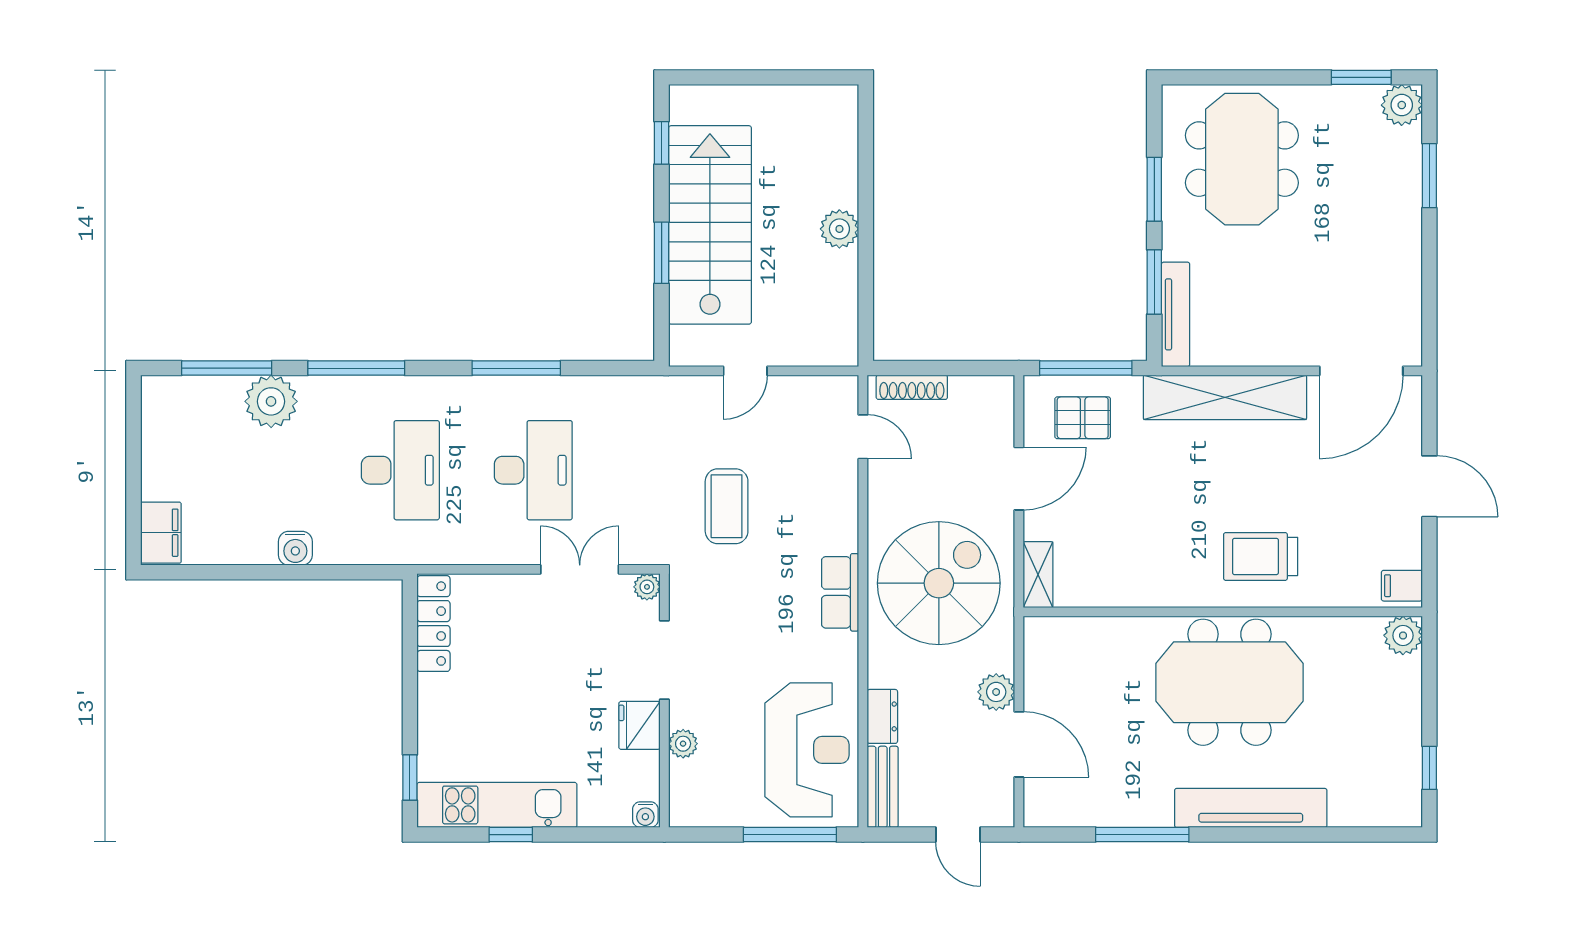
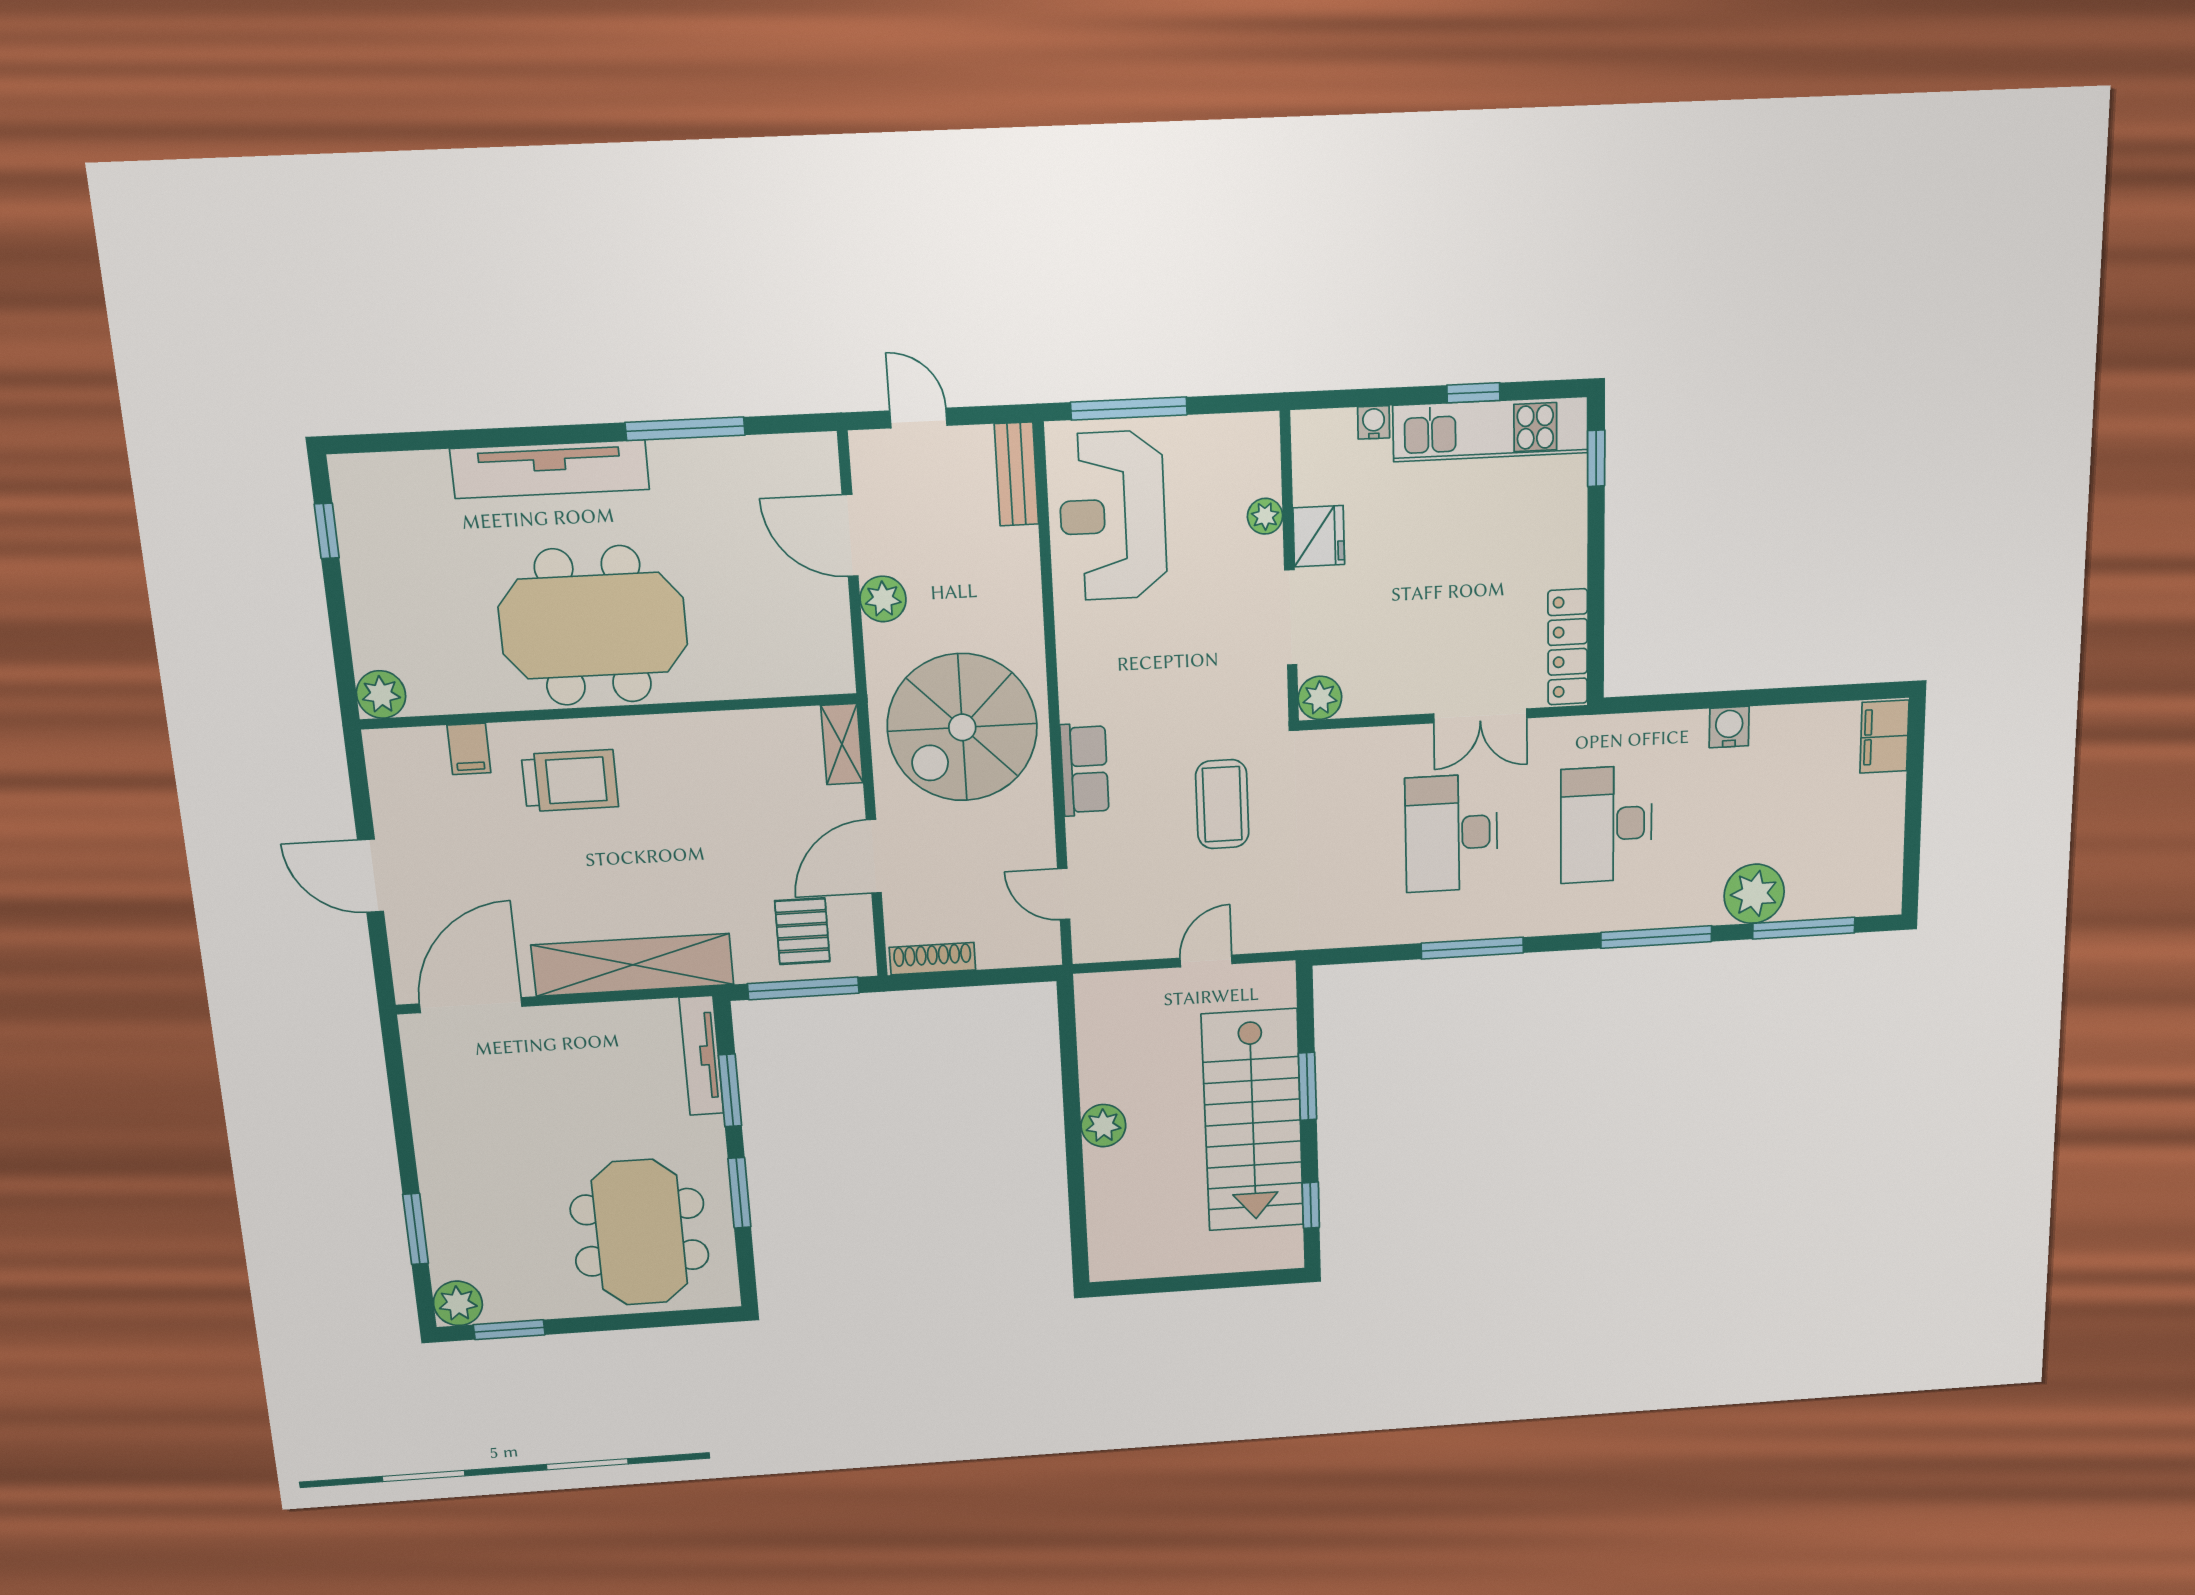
shoe rack: (912, 387) -> (932, 959), moved
pallet: (1083, 418) -> (802, 931), turned 90
double door: (580, 569) -> (1480, 716), moved
filing cabinet: (1402, 586) -> (469, 749), moved, turned 90
plant: (647, 587) -> (1320, 698), width x1.38, depth x1.38
row of seats: (840, 592) -> (1085, 770), moved
dresser: (882, 716) -> (1022, 562), removed
water cooler: (645, 815) -> (1374, 422), moved

